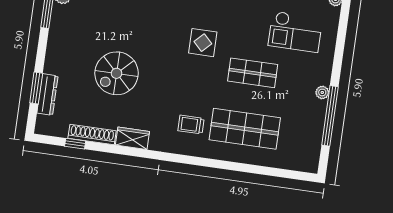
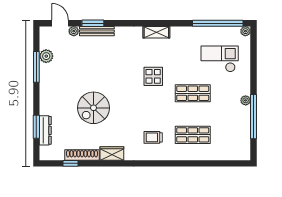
checkout: (295, 32) -> (220, 59), turned 180
shop shelf: (245, 129) -> (193, 135), width x0.70, depth x0.74

